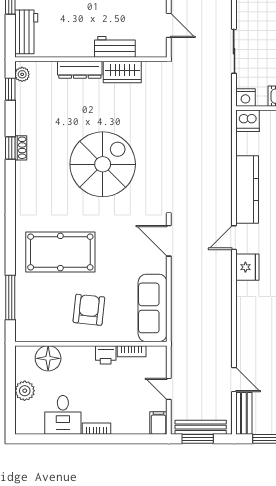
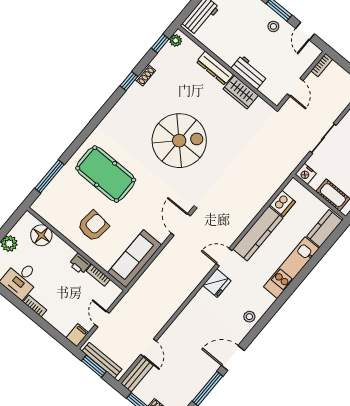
dishwasher: (247, 121) -> (283, 203), moved, turned -90
shoe rack: (21, 148) -> (145, 75), moved

